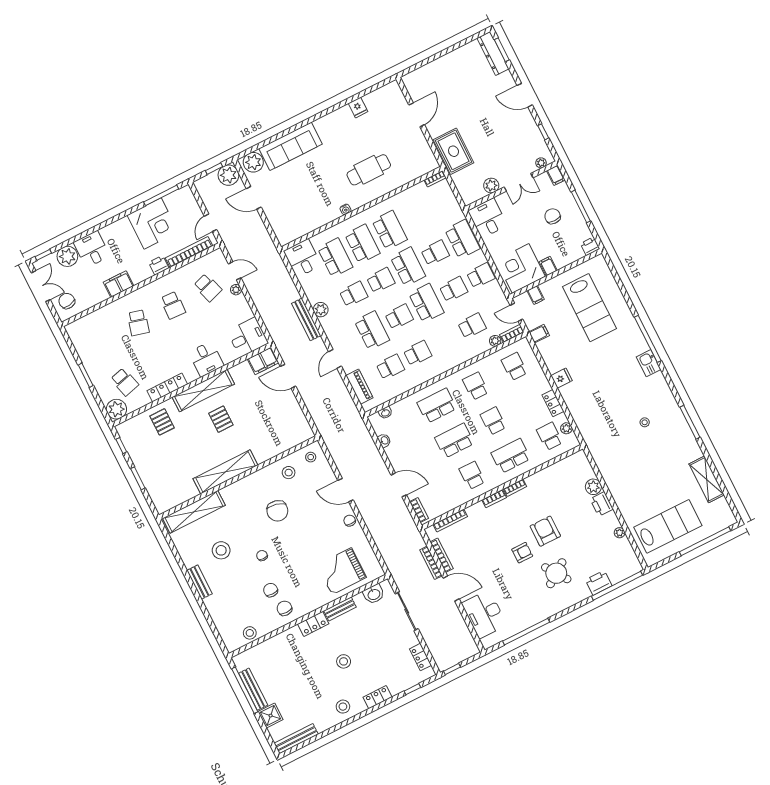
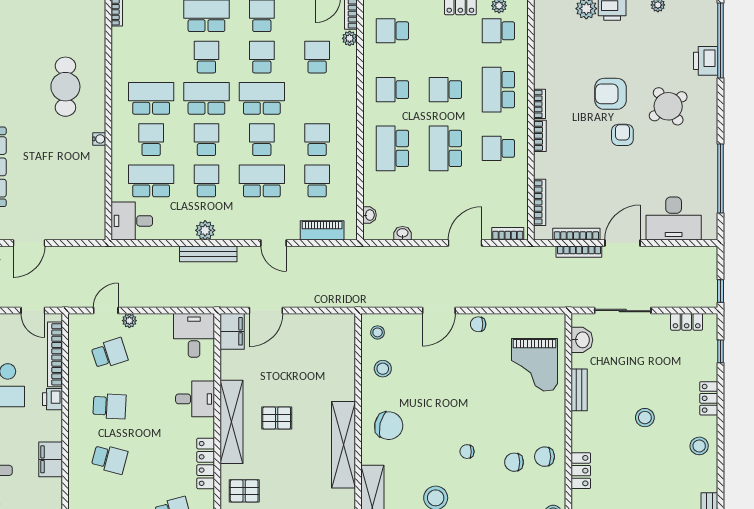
school desk: (362, 244) -> (151, 140), width x0.54
chair: (277, 511) -> (389, 426), moved
locker: (313, 624) -> (581, 471), moved

